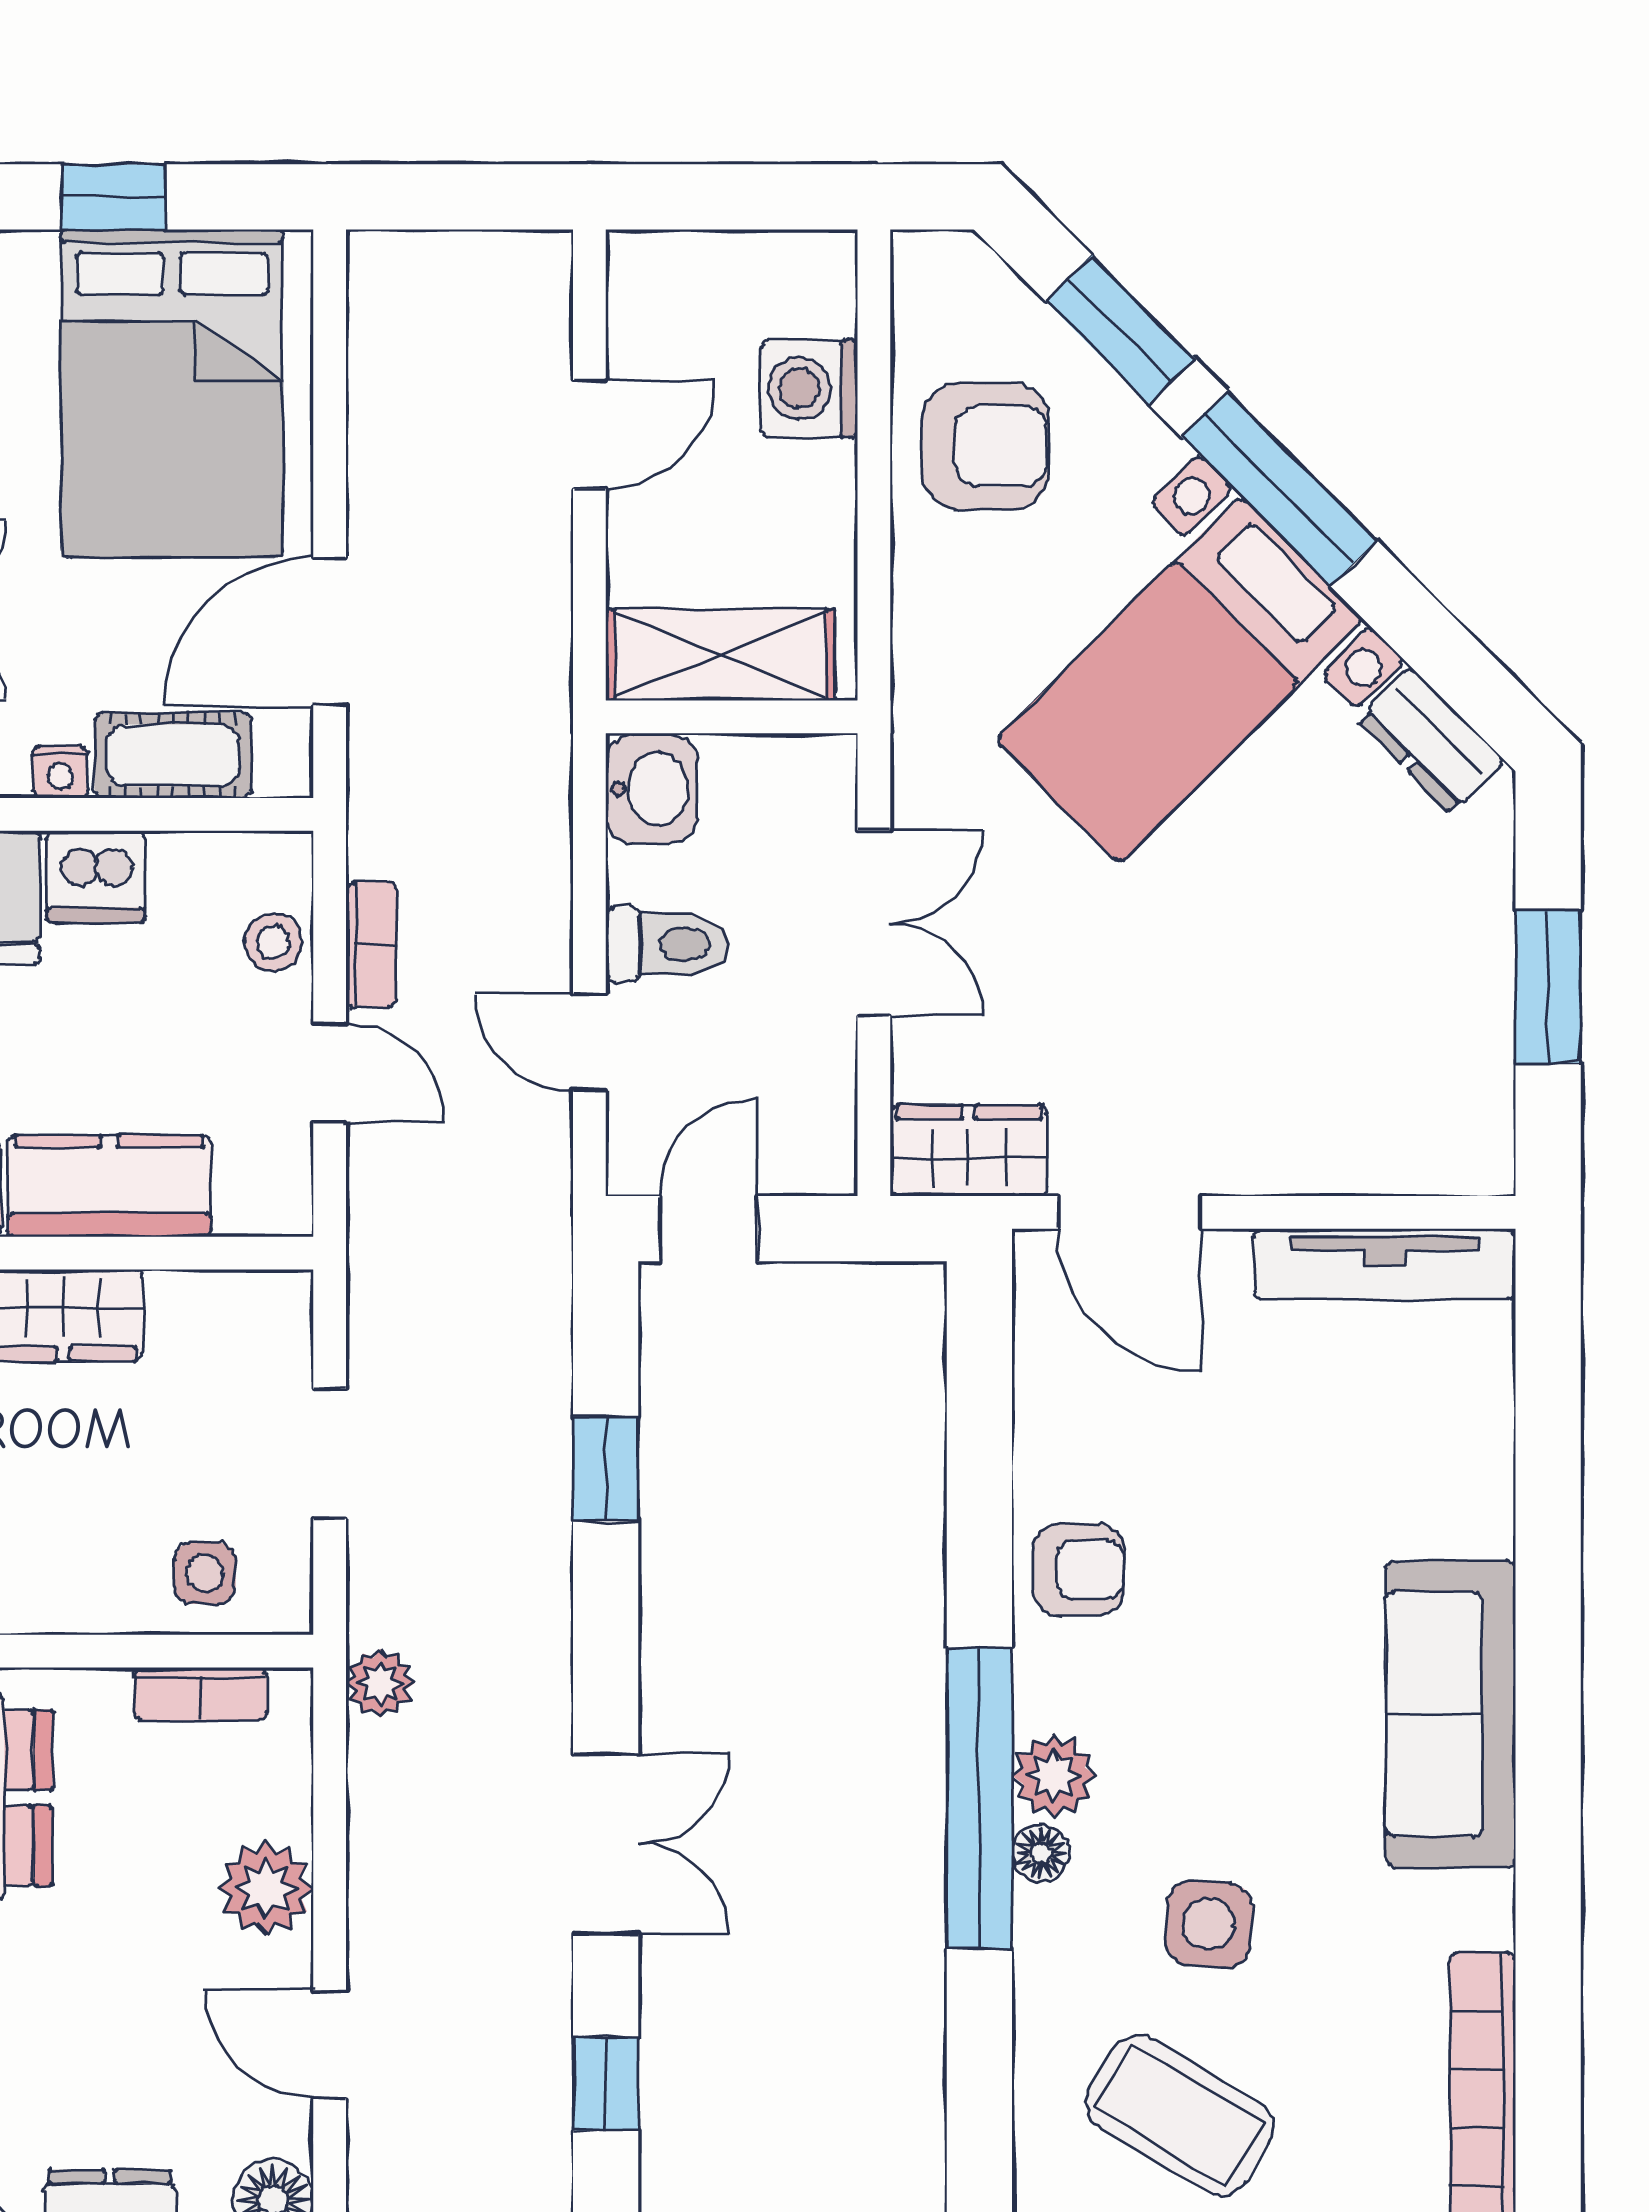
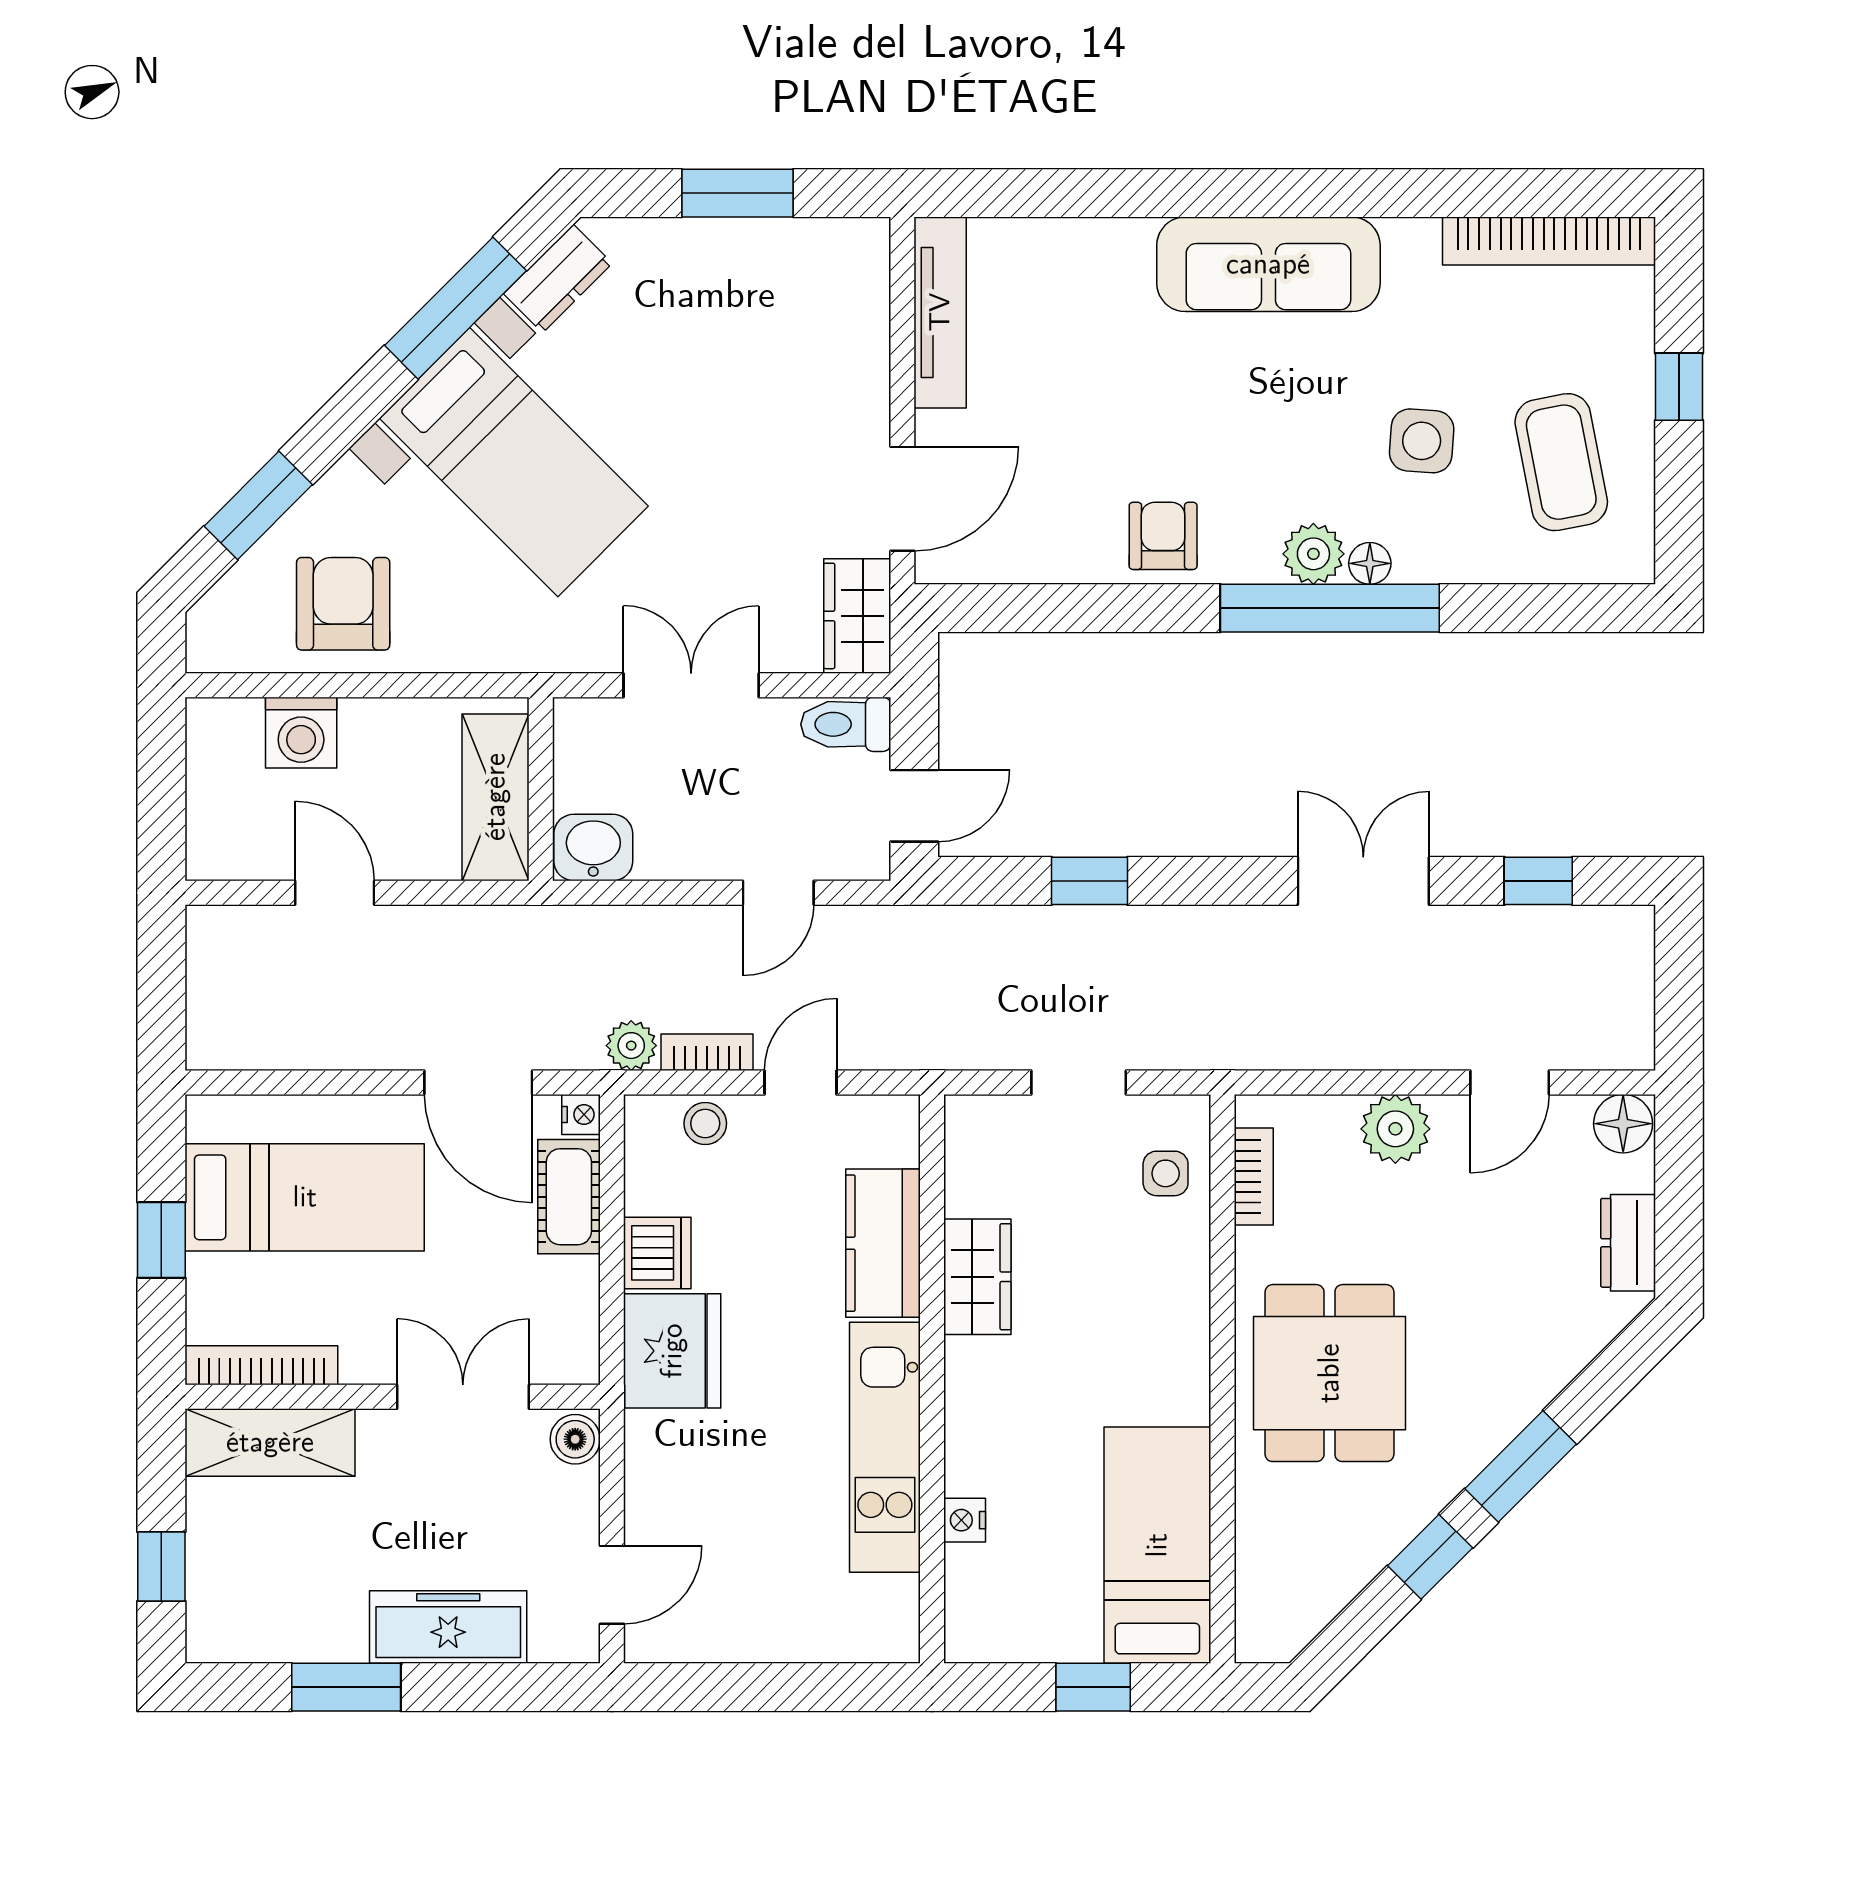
bed: (172, 393) -> (305, 1197), width x0.67
window: (1279, 489) -> (456, 308), moved
nightstand: (60, 772) -> (581, 1114), moved
toilet: (667, 944) -> (846, 724), moved, turned -90
door: (709, 1229) -> (914, 806), swing flipped
plant: (380, 1683) -> (631, 1046), moved
coffee table: (1180, 2115) -> (1561, 462), turned -42

